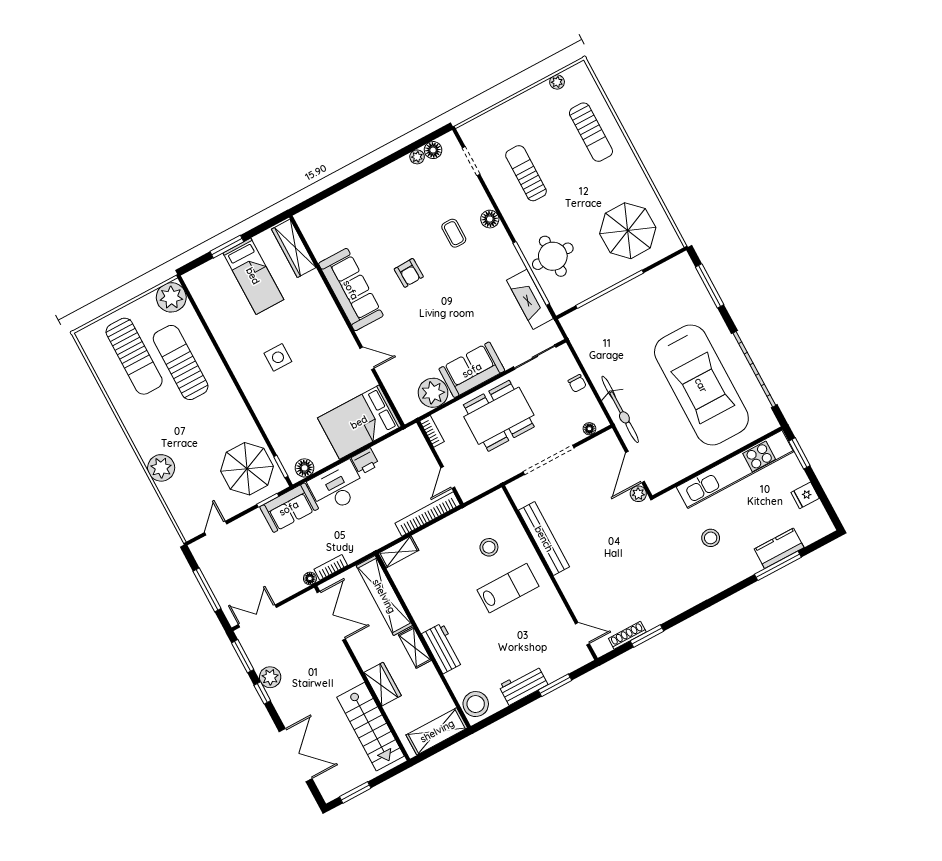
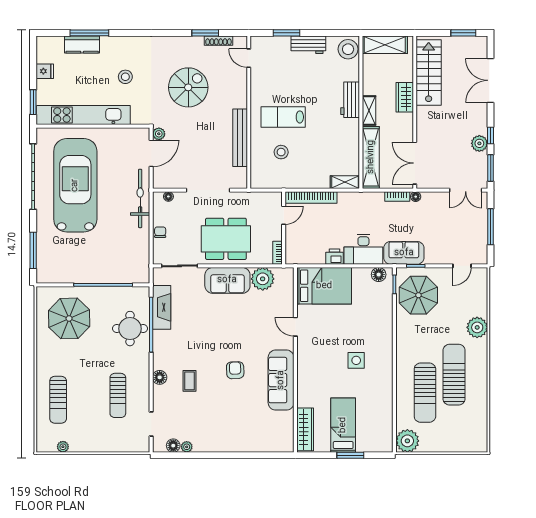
sun lounger: (591, 132) -> (58, 400), turned 180
sun lounger: (134, 356) -> (454, 375), moved
spiral stairs: (633, 564) -> (188, 87), added

